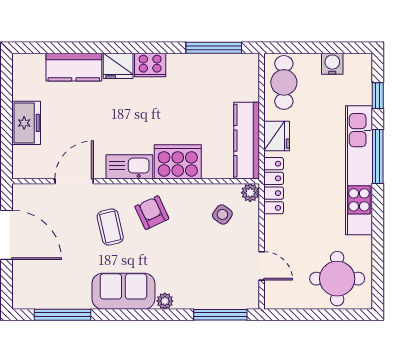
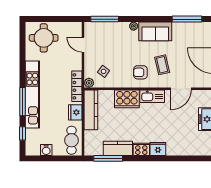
kitchen counter: (74, 67) -> (118, 148), moved
armchair: (152, 213) -> (140, 72), turned 115

